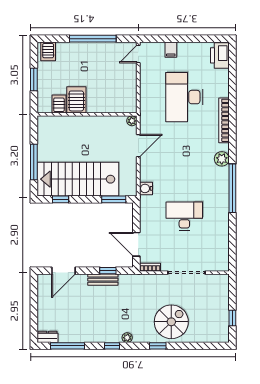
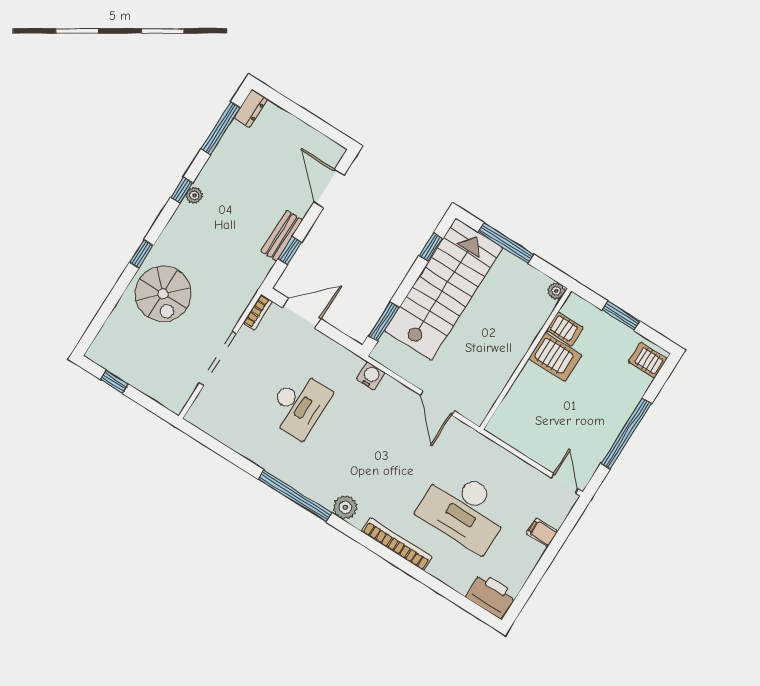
desk: (184, 97) -> (464, 510), turned 180
plant: (132, 121) -> (556, 291), moved
plant: (127, 338) -> (194, 195), moved

